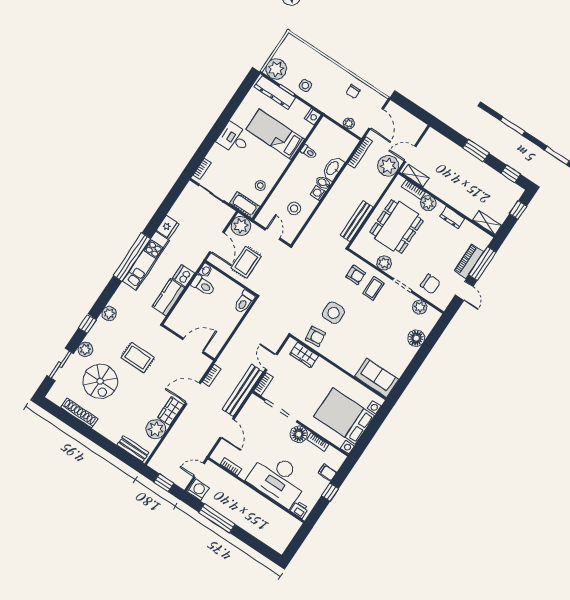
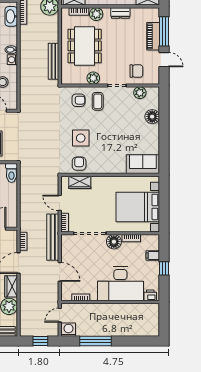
washbasin: (333, 168) -> (11, 16), moved
armchair: (315, 336) -> (79, 164), turned -83

